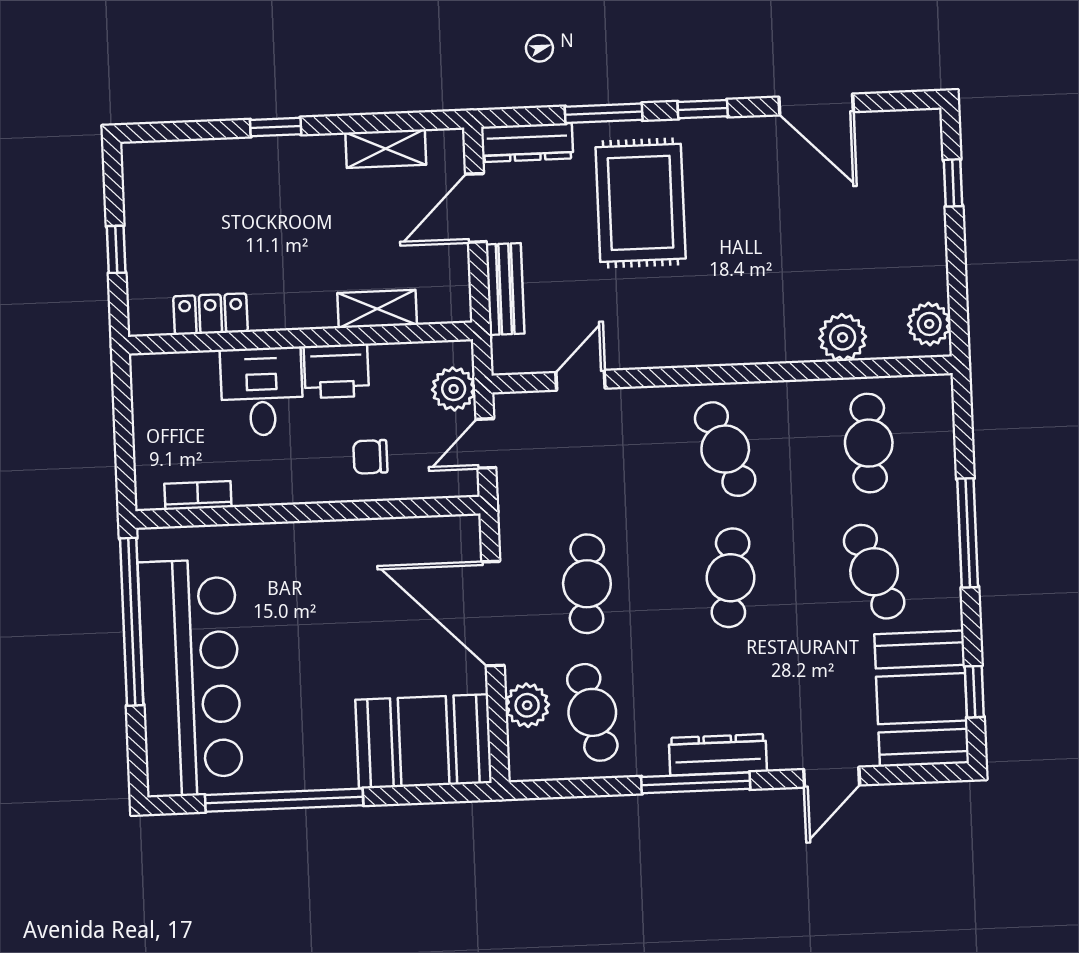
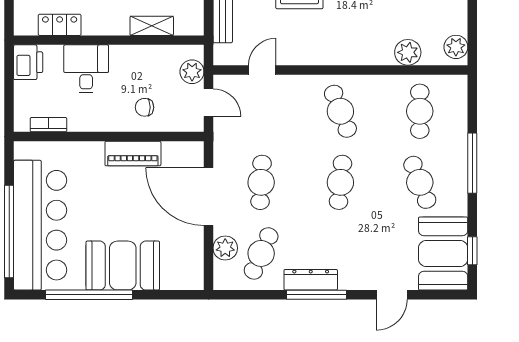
printer: (336, 371) -> (28, 62), moved, turned -90
door: (486, 443) -> (209, 103), swing flipped
piano: (353, 541) -> (133, 154), added
window: (132, 622) -> (9, 232), moved
cafe table: (592, 712) -> (261, 253), turned 36
booth: (424, 741) -> (123, 266), moved
dresser: (718, 755) -> (311, 280), moved

